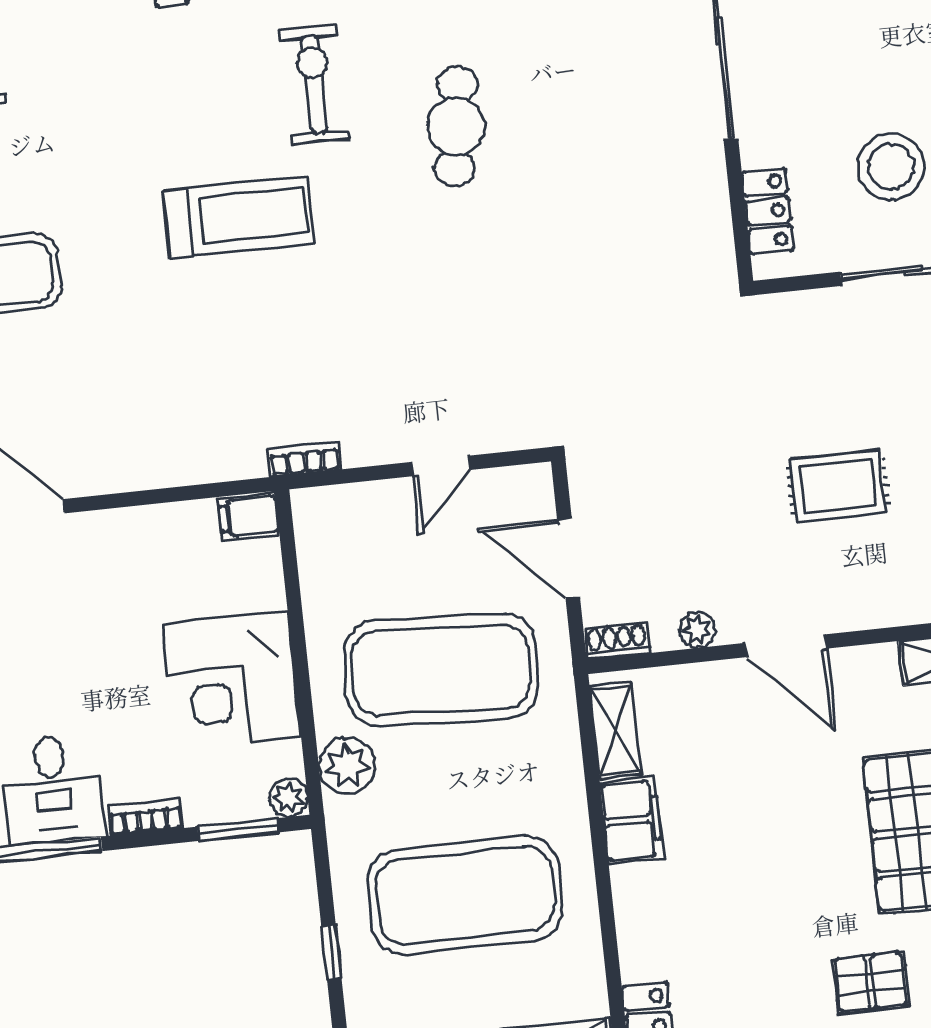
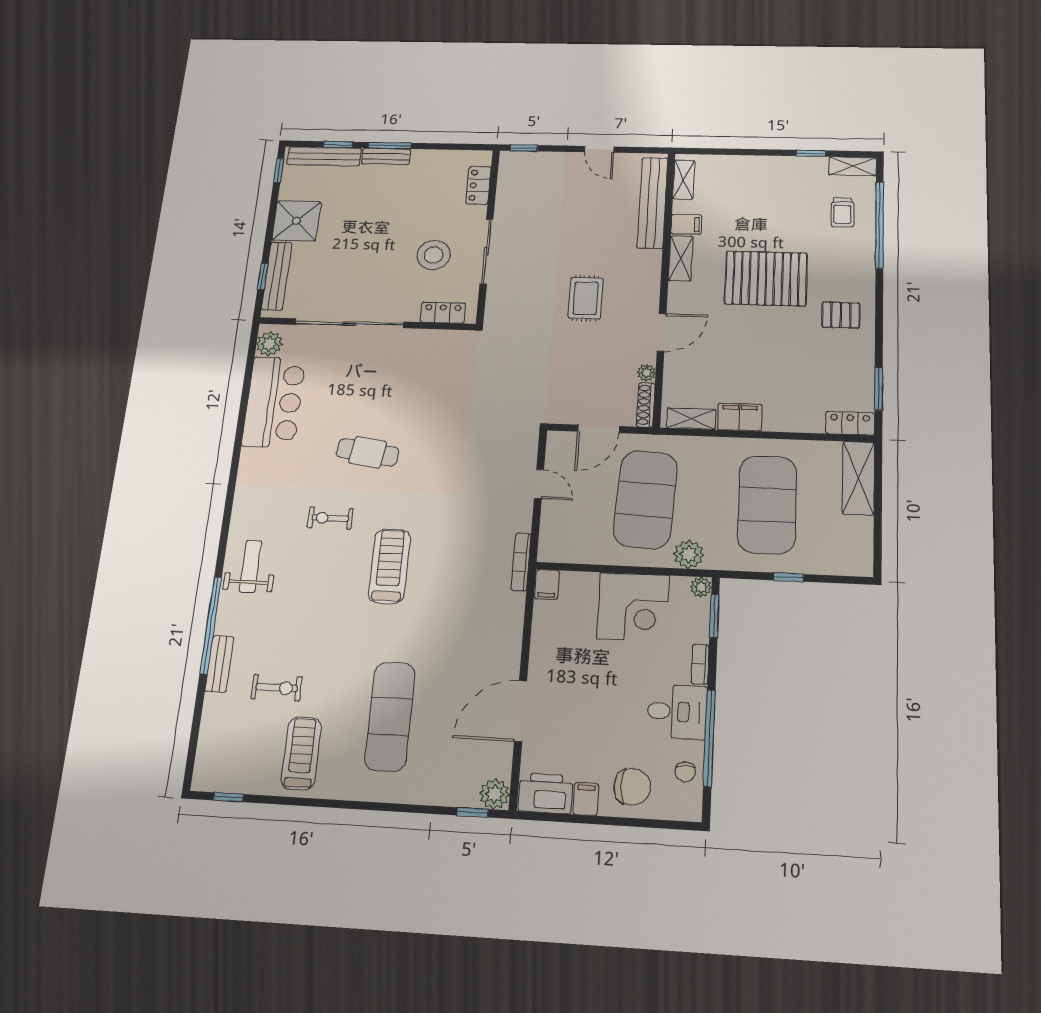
exercise bike: (314, 84) -> (330, 518), width x0.73, depth x0.72
bookcase: (305, 459) -> (521, 562), width x1.56
shoe rack: (617, 641) -> (646, 405), width x1.43
pallet: (870, 982) -> (841, 315), turned 90

